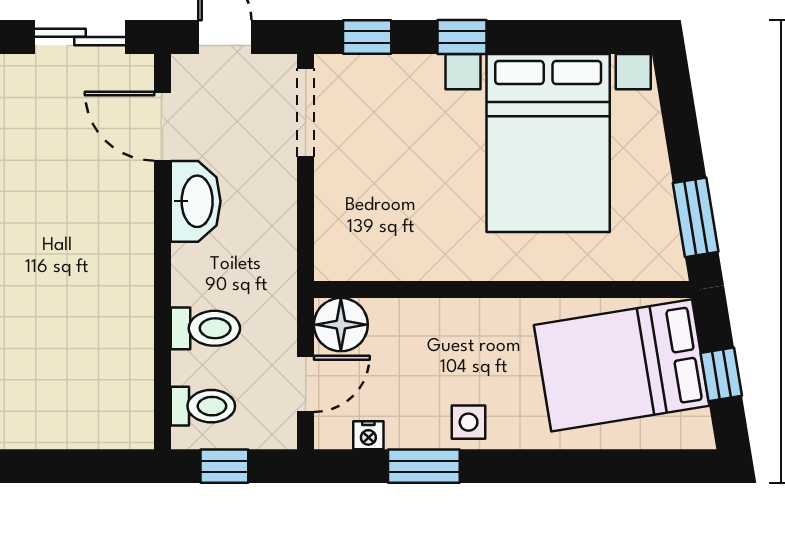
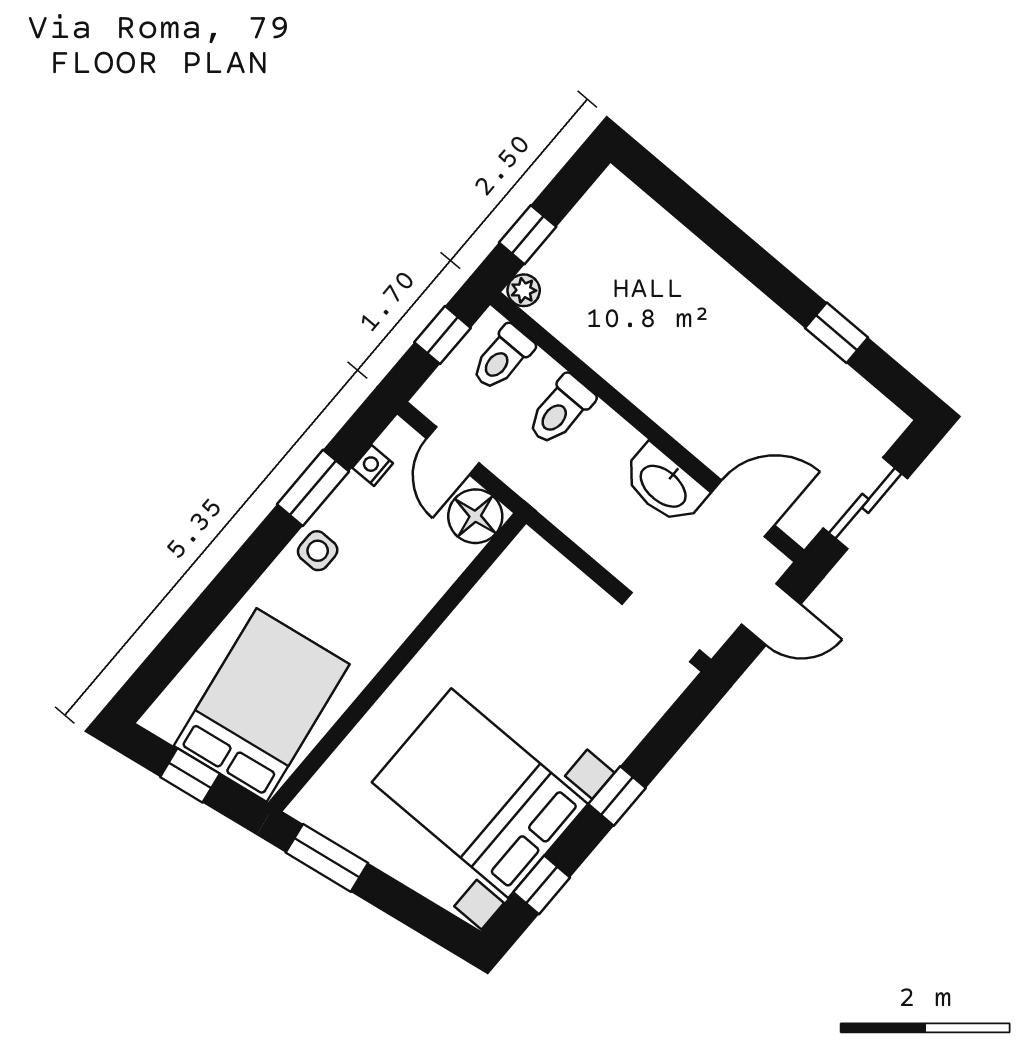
window: (367, 37) -> (542, 885), moved
plant: (138, 433) -> (524, 290), added
window: (93, 466) -> (528, 235), added

